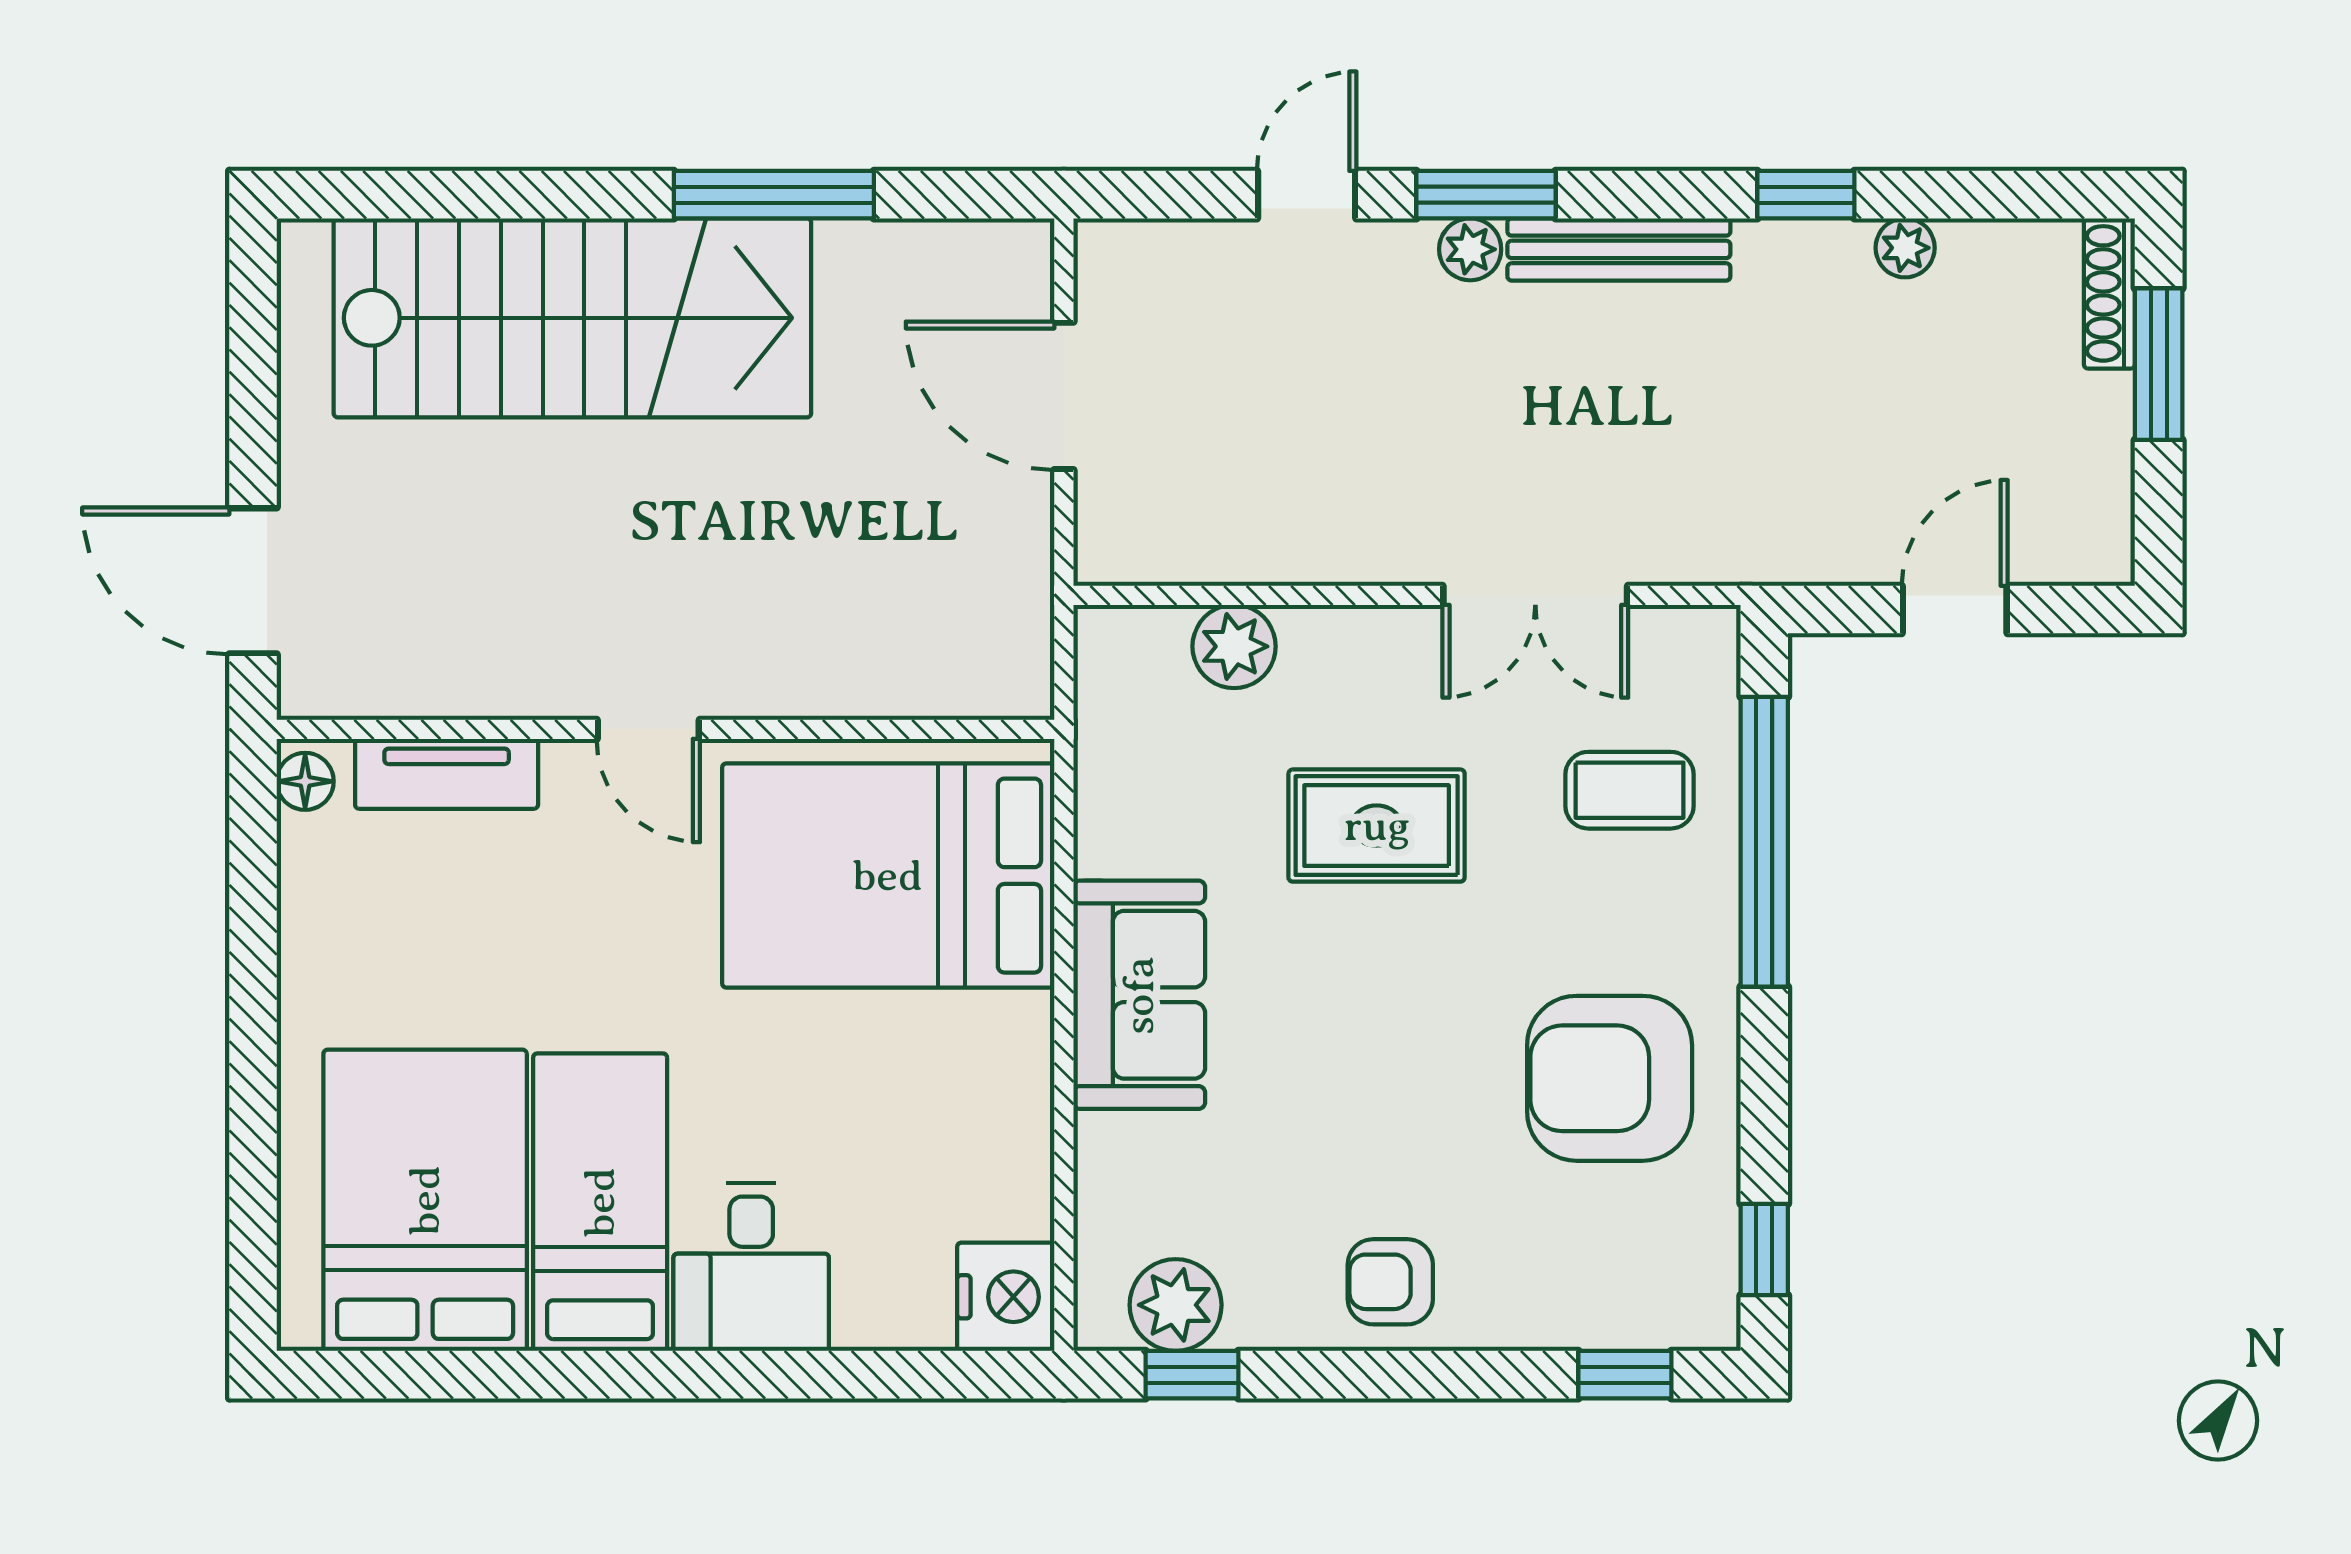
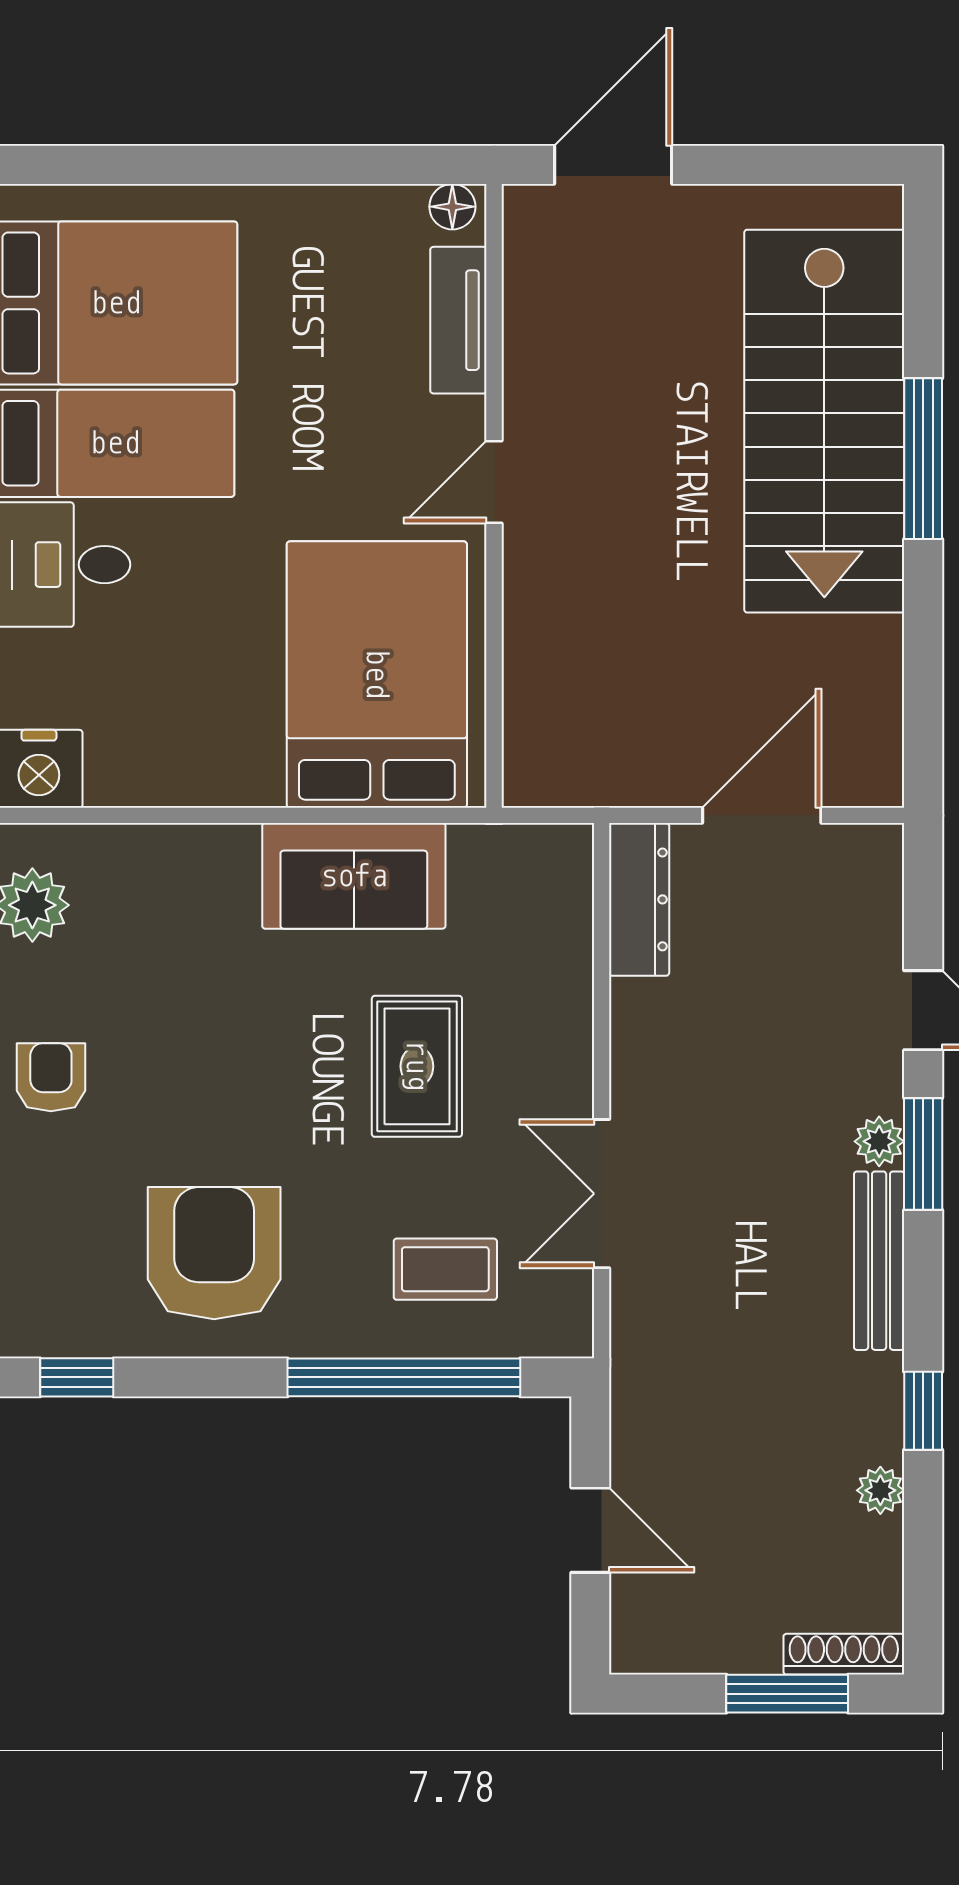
window: (774, 195) -> (923, 459), moved
dresser: (1169, 549) -> (639, 899), added
plant: (1234, 646) -> (561, 952), removed
coffee table: (1629, 790) -> (445, 1269), turned 90
sofa: (1139, 995) -> (354, 876), moved

